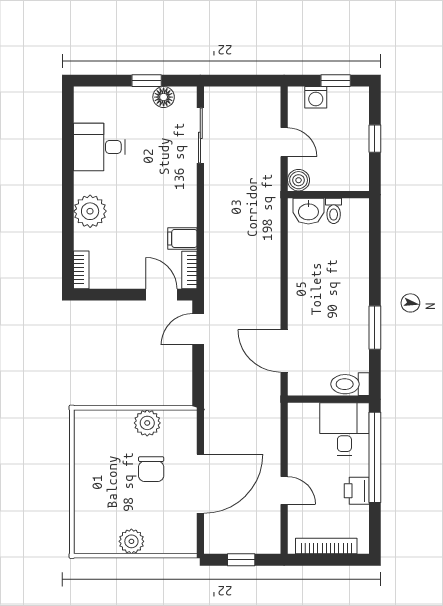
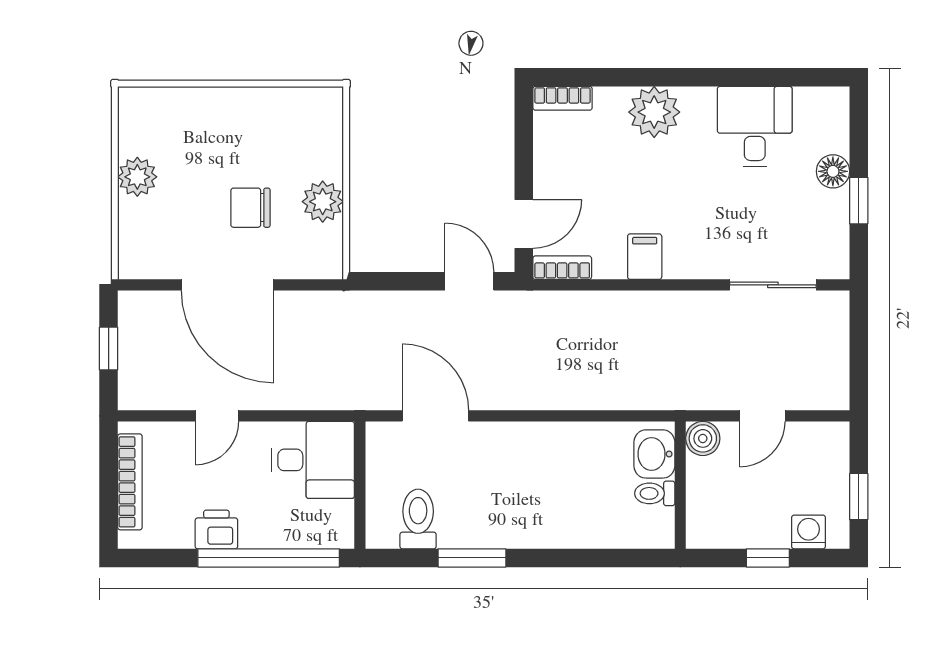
floor lamp: (164, 97) -> (833, 171), moved
washing machine: (316, 97) -> (809, 532), moved, turned 90
filing cabinet: (182, 238) -> (645, 257), moved
door: (284, 351) -> (435, 416), hinge flipped
toilet: (350, 384) -> (418, 519), moved
desk: (344, 429) -> (313, 460), moved

